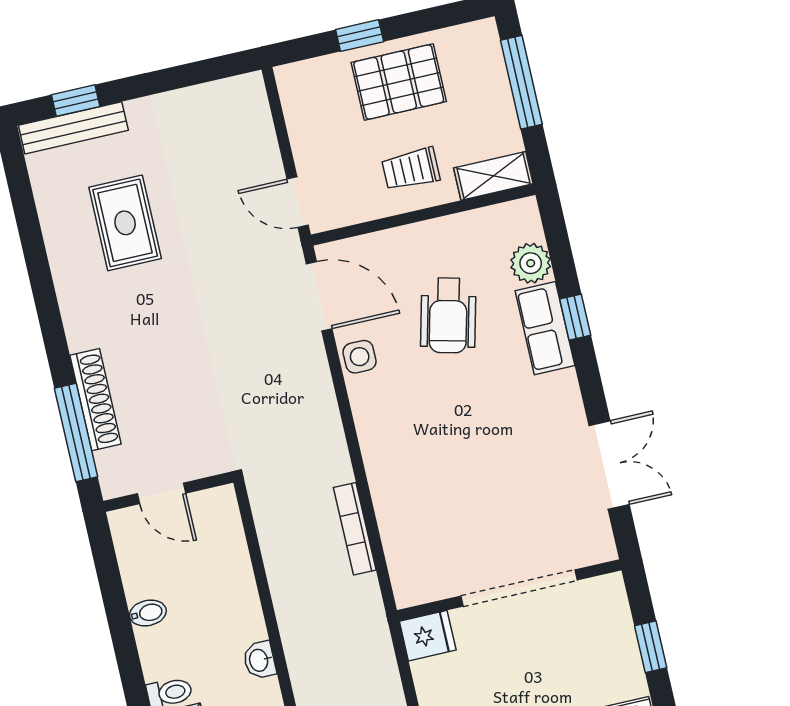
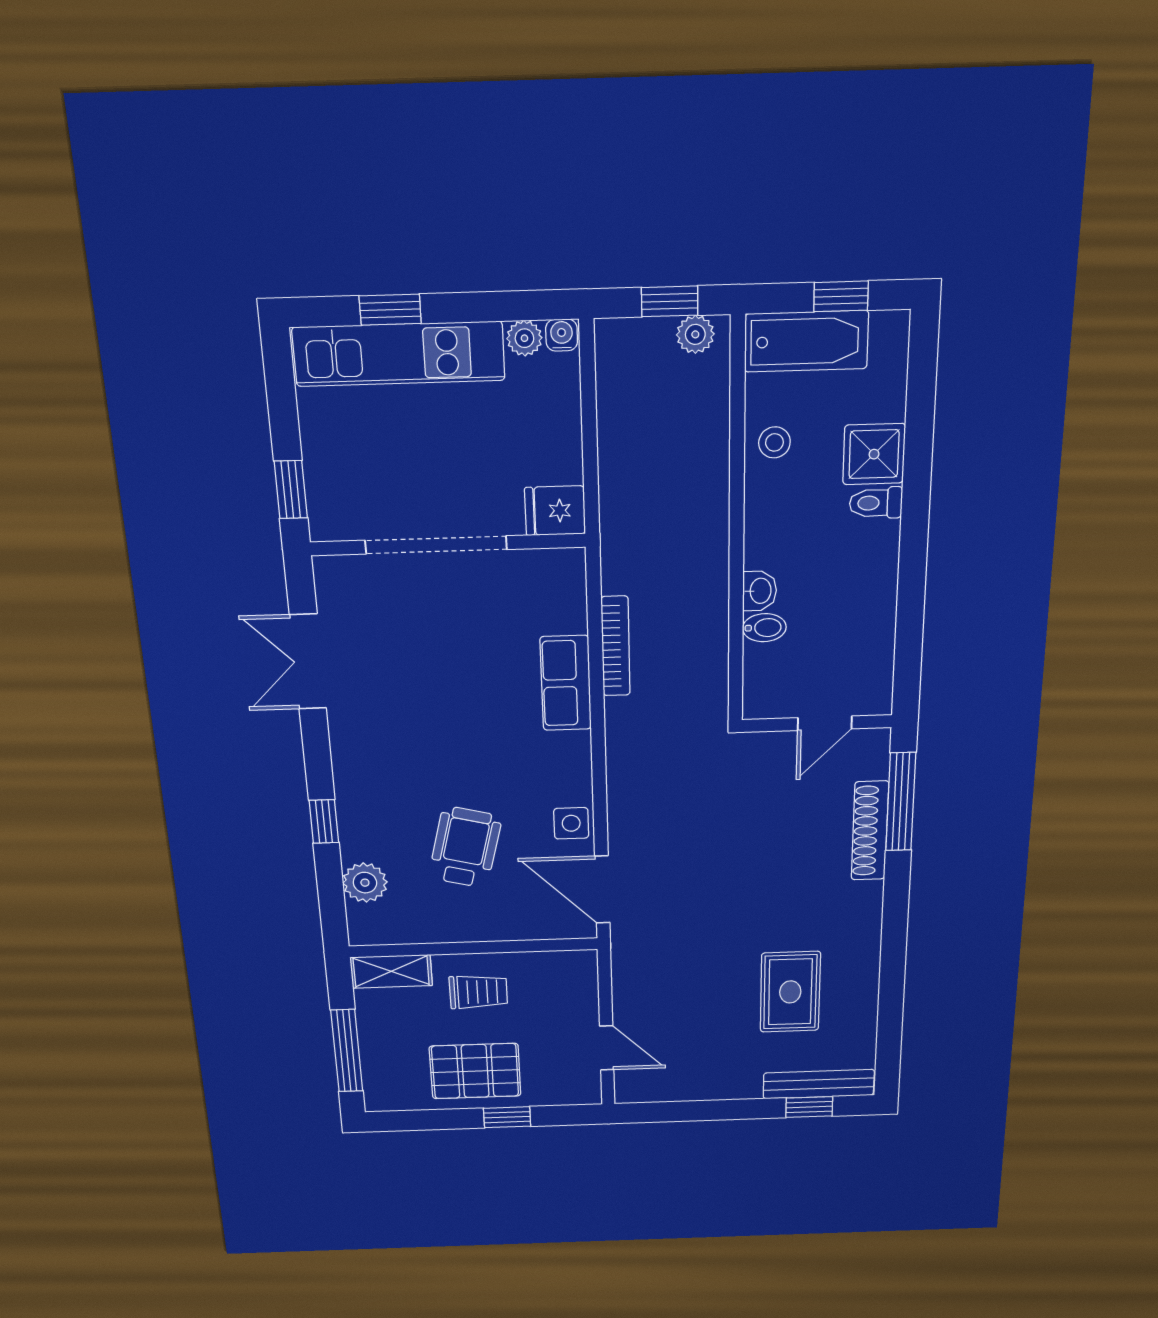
door: (298, 202) -> (607, 1048), moved
row of seats: (545, 328) -> (566, 683), moved, turned 180
door: (162, 493) -> (825, 723), swing flipped
bidet: (148, 613) -> (764, 628), moved, turned 180
window: (651, 647) -> (291, 490), moved
washbasin: (259, 660) -> (760, 591), moved

